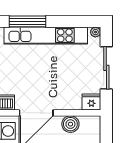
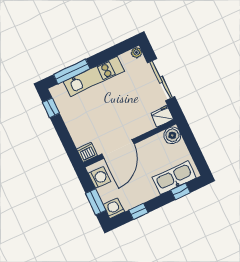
kitchen unit: (46, 35) -> (94, 76), width x0.73
boiler: (70, 124) -> (172, 135), moved

